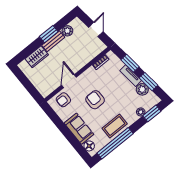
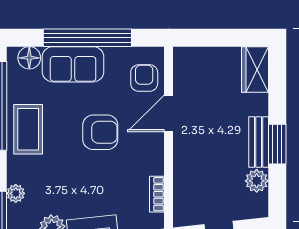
wardrobe: (37, 57) -> (255, 69), moved
door: (69, 81) -> (168, 113), swing flipped
window: (65, 131) -> (87, 38), added

